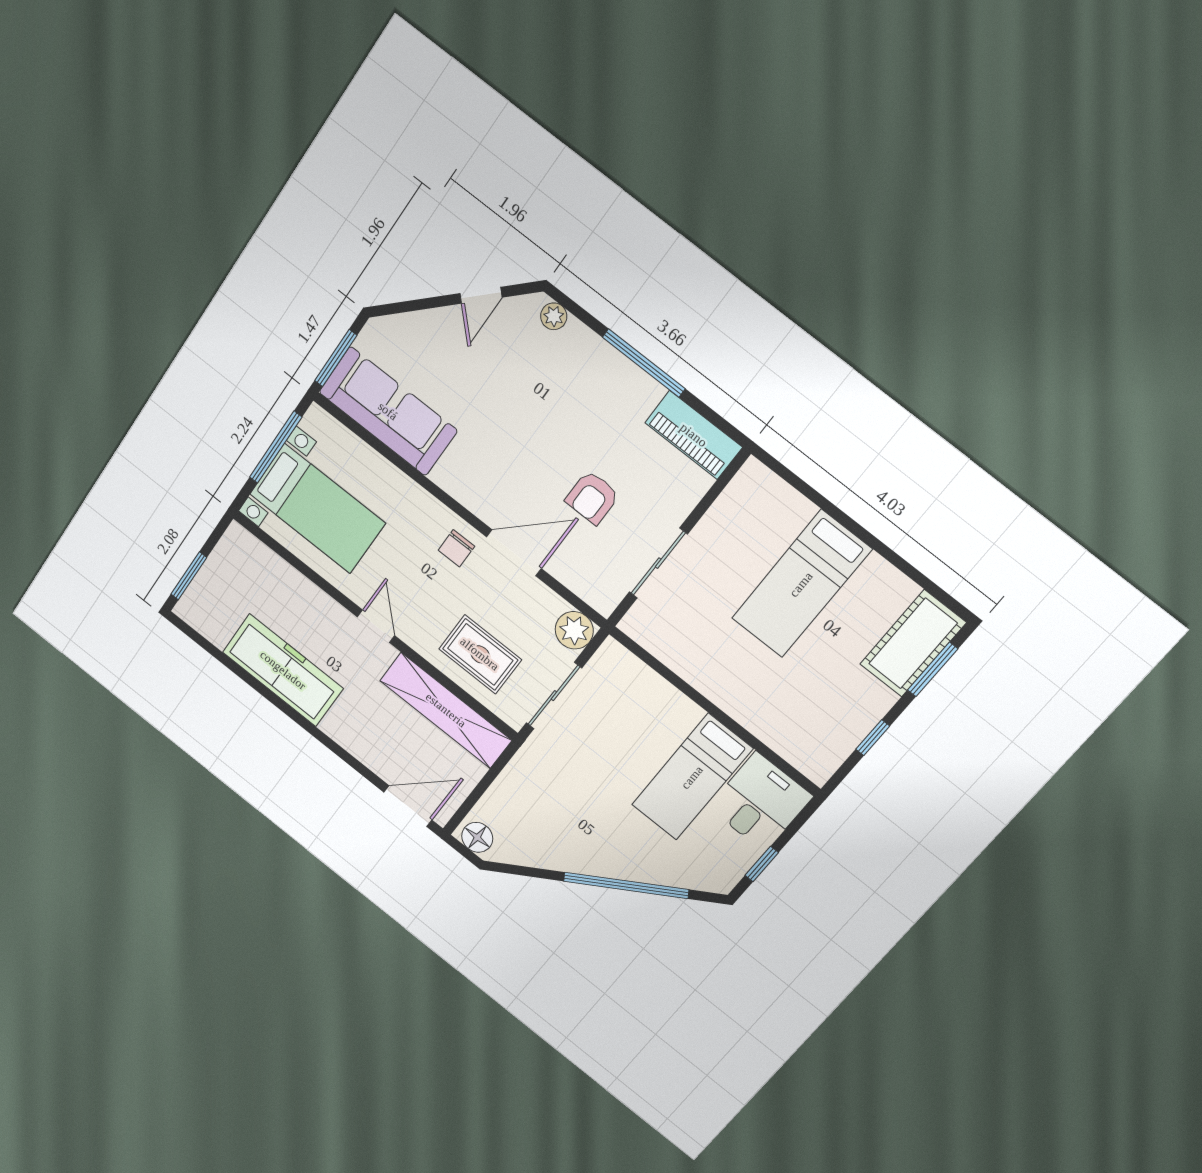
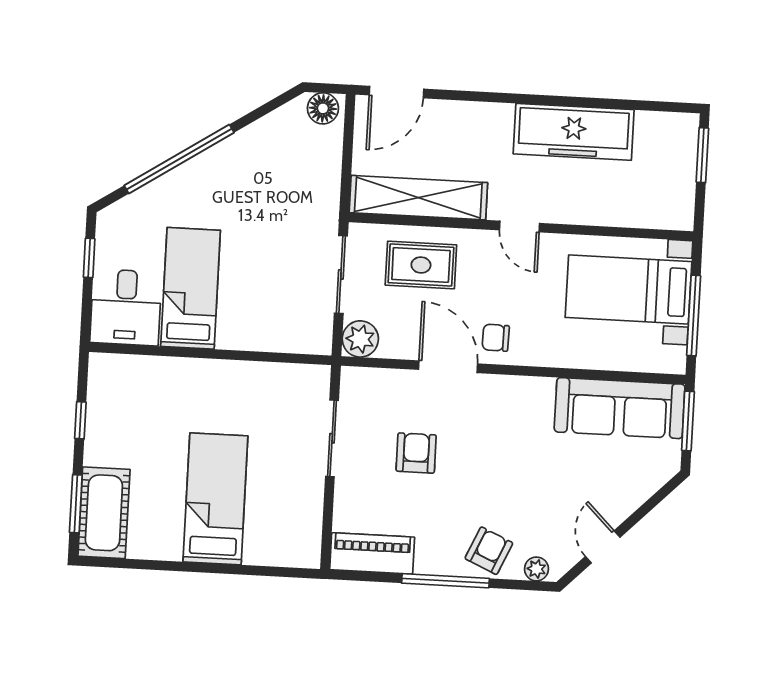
armchair: (586, 363) -> (489, 551), added
chair: (456, 548) -> (496, 338), turned -89
door: (514, 553) -> (448, 367), swing flipped

